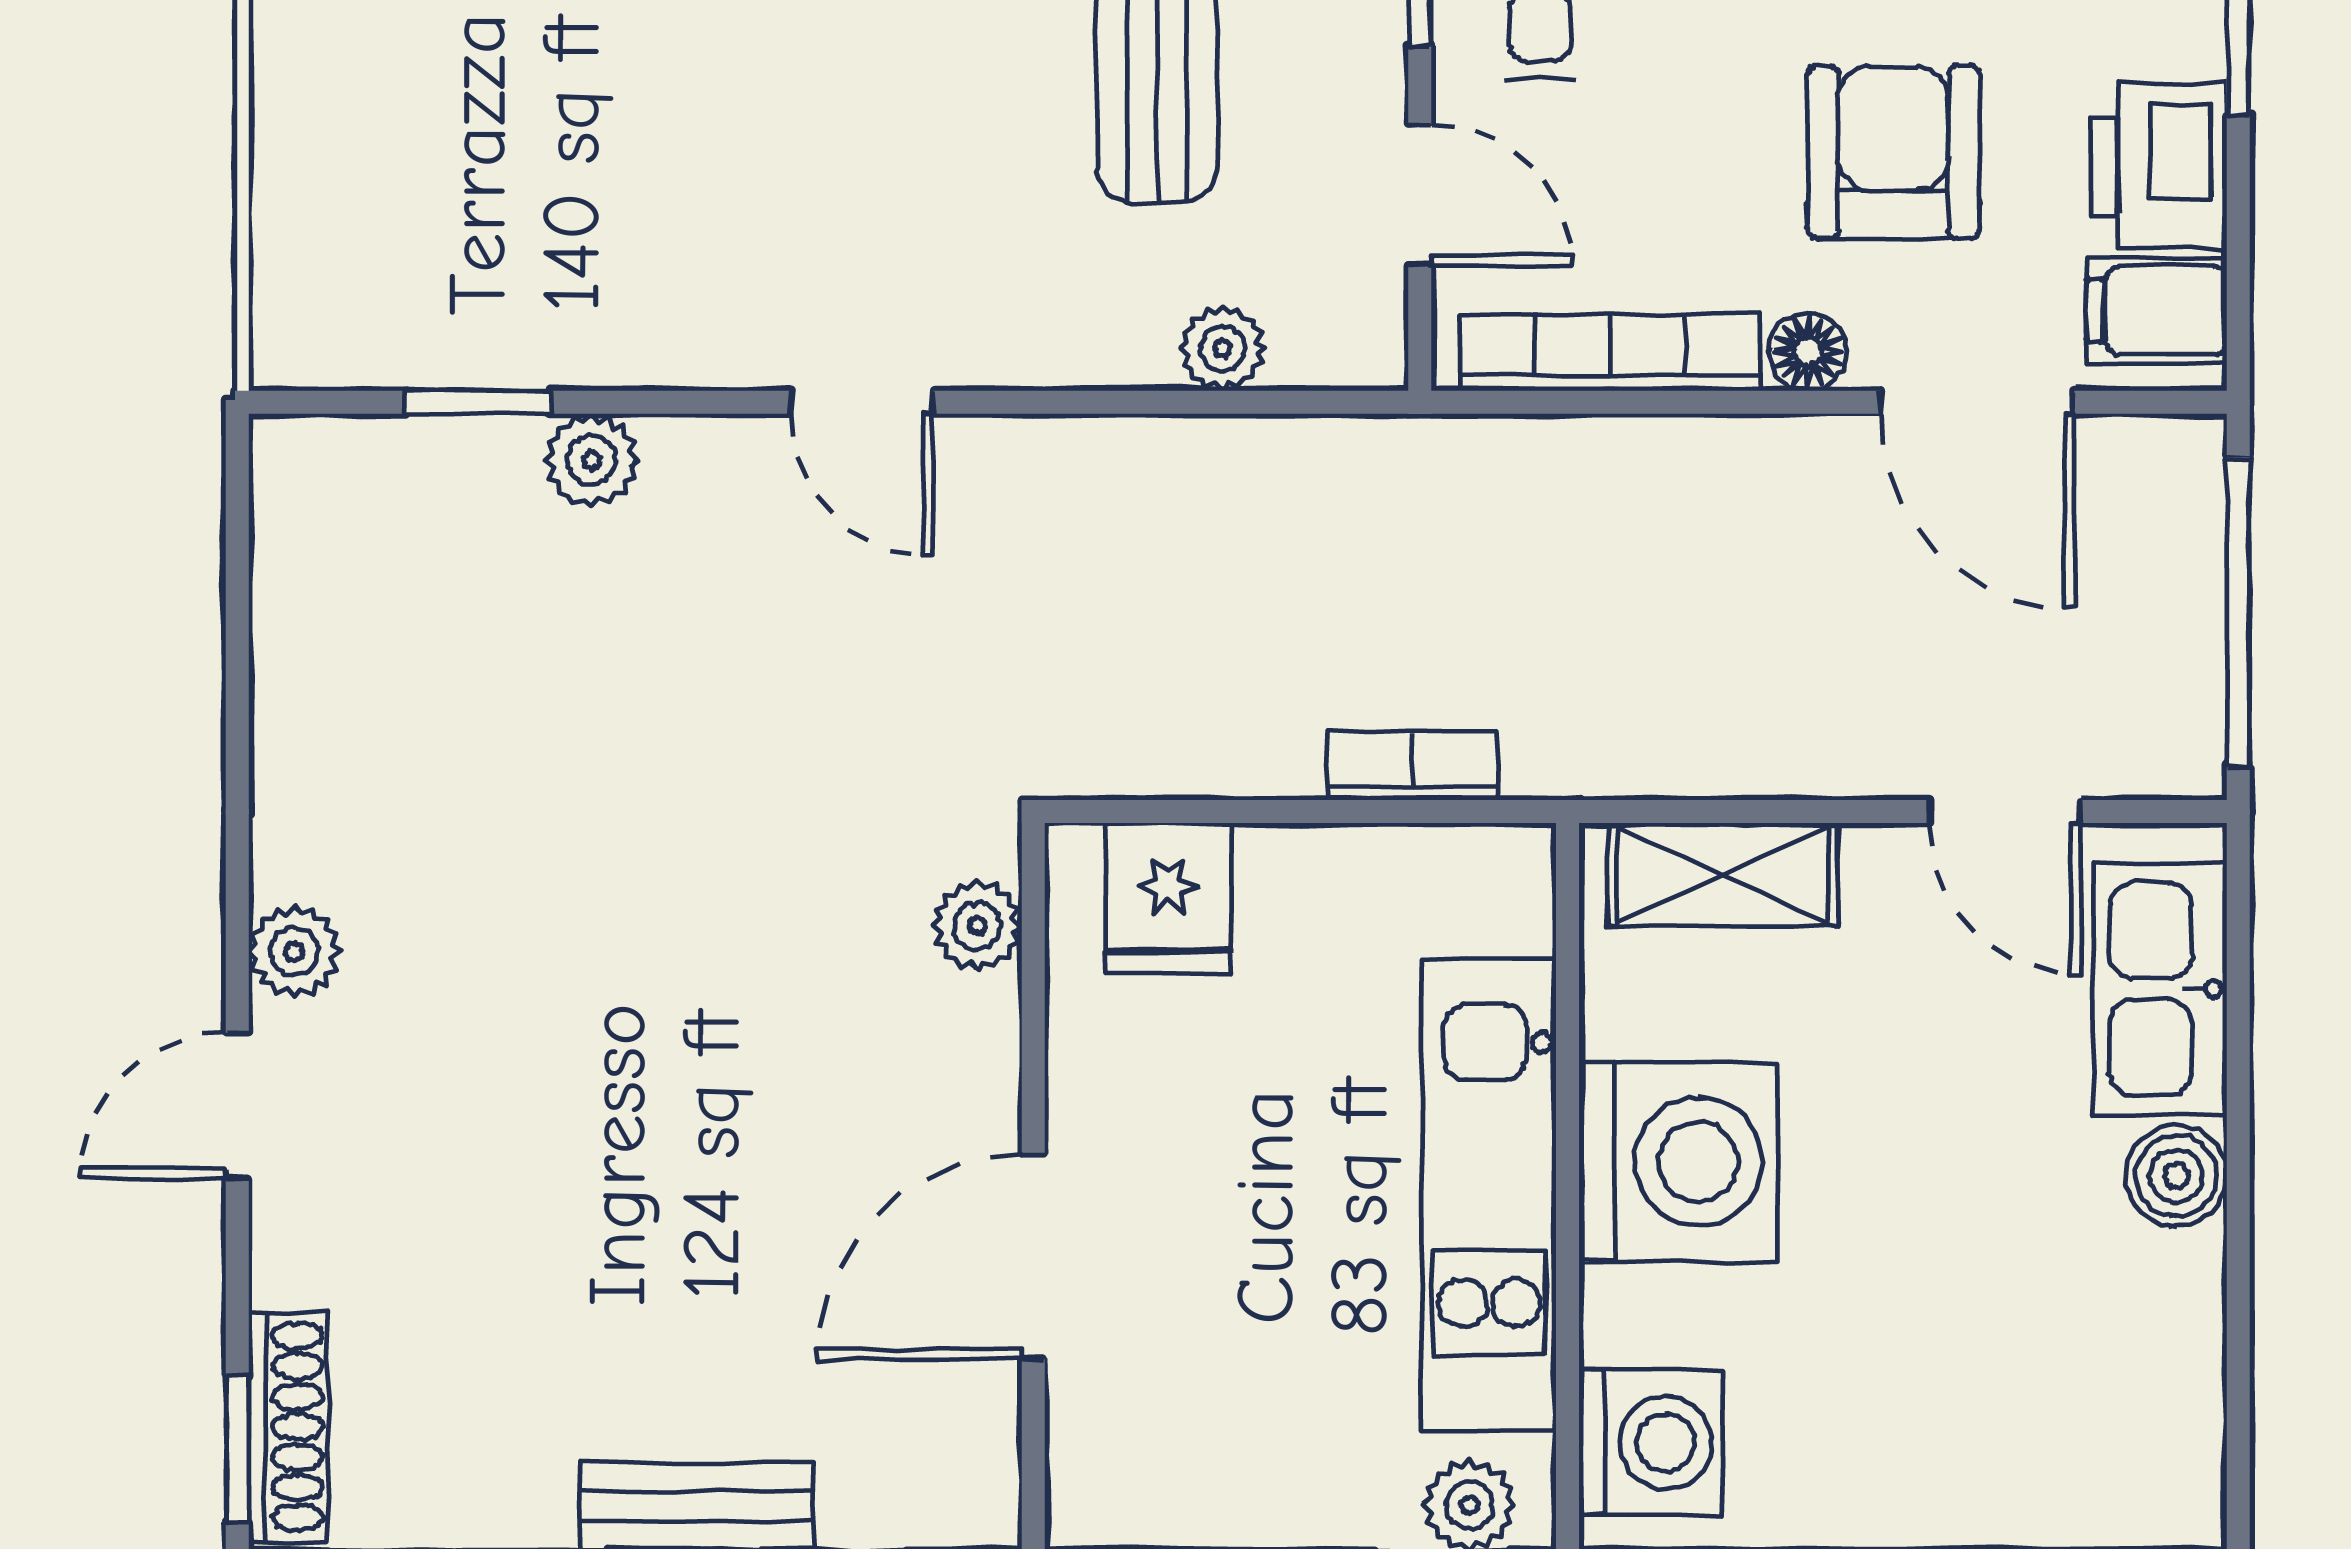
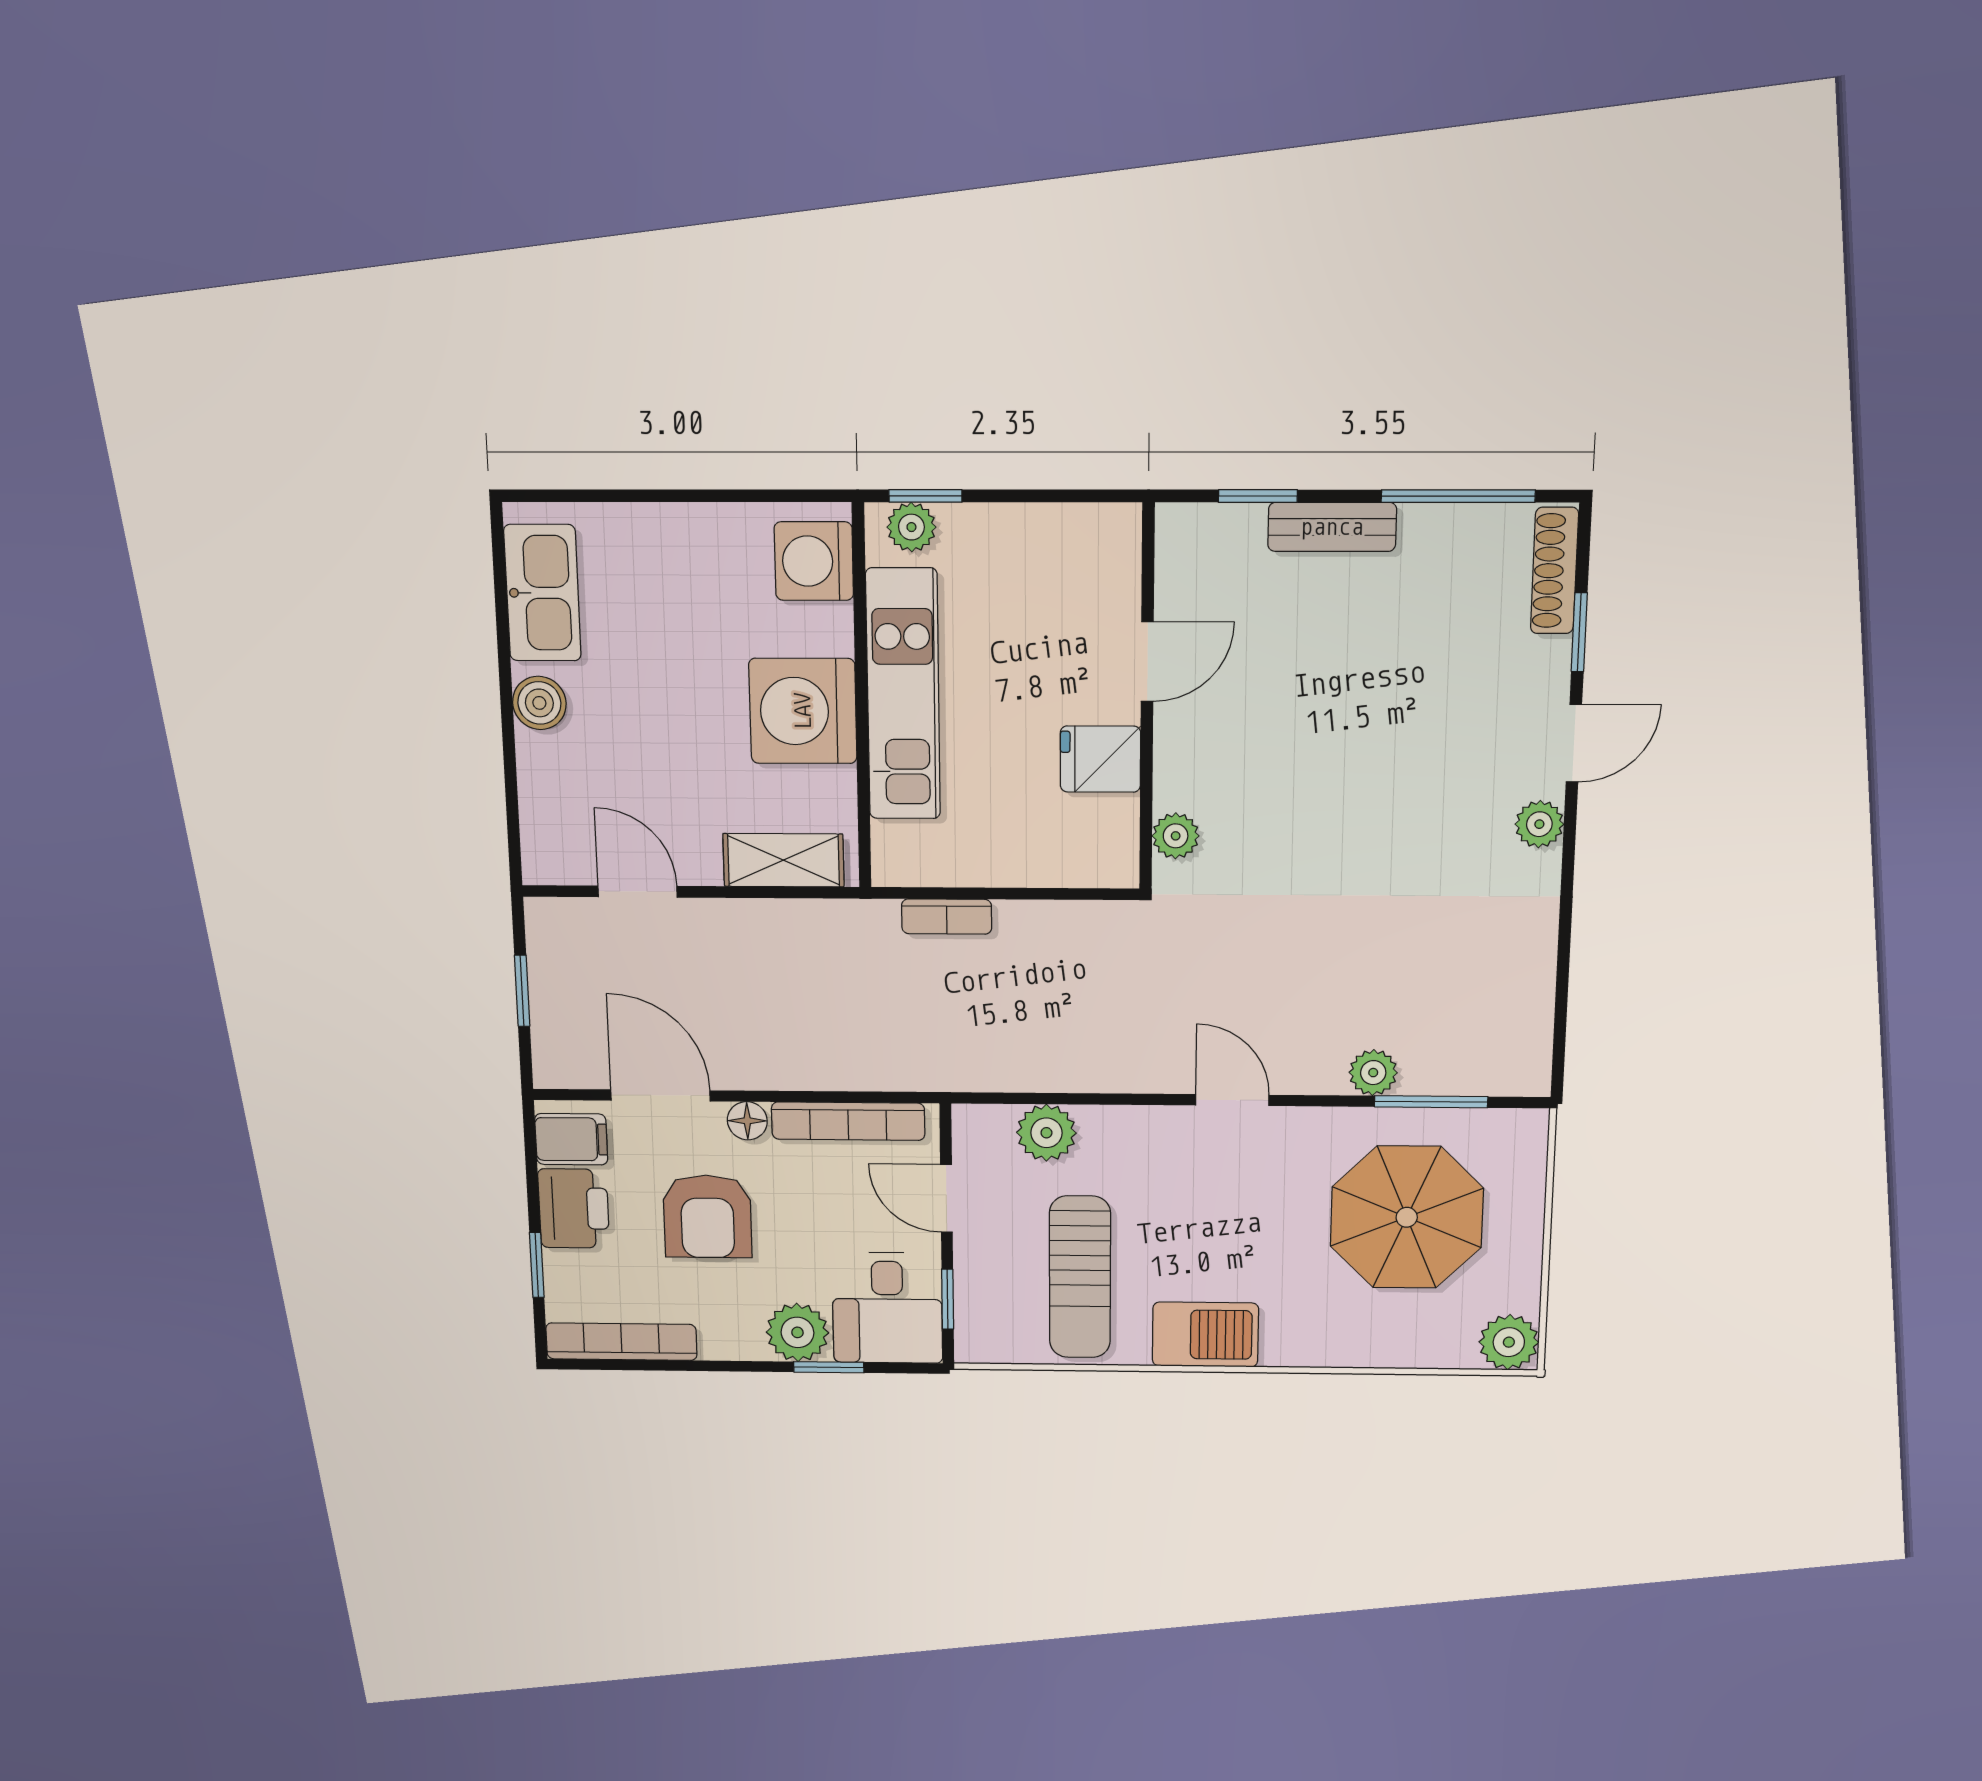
parasol: (518, 165) -> (1407, 1217), added
plant: (1223, 348) -> (1046, 1133), width x1.38, depth x1.38
window: (478, 402) -> (1431, 1102), width x1.50
window: (2238, 613) -> (522, 991), width x0.46
fridge: (1168, 898) -> (1100, 759), moved, turned -90
kitchen sink: (2160, 989) -> (542, 593), moved
door: (1033, 1257) -> (1147, 662), width x0.73
window: (237, 1449) -> (1579, 632), moved

